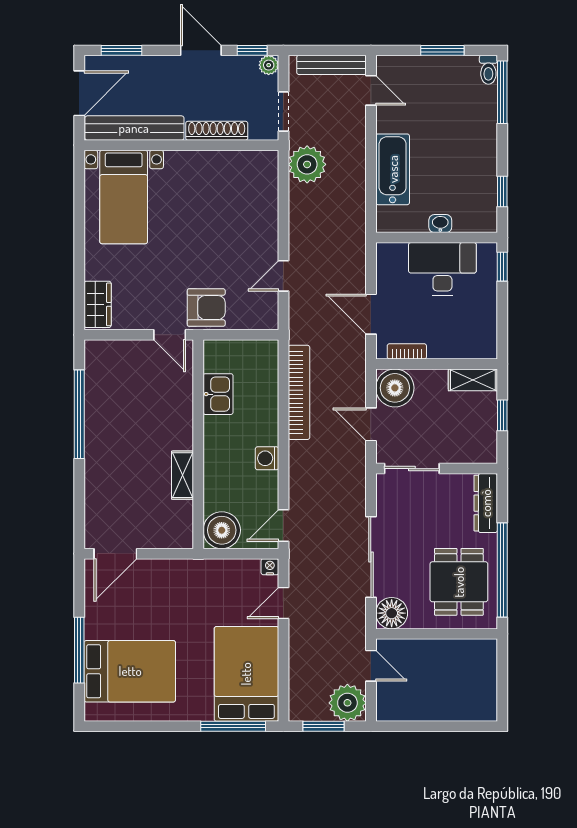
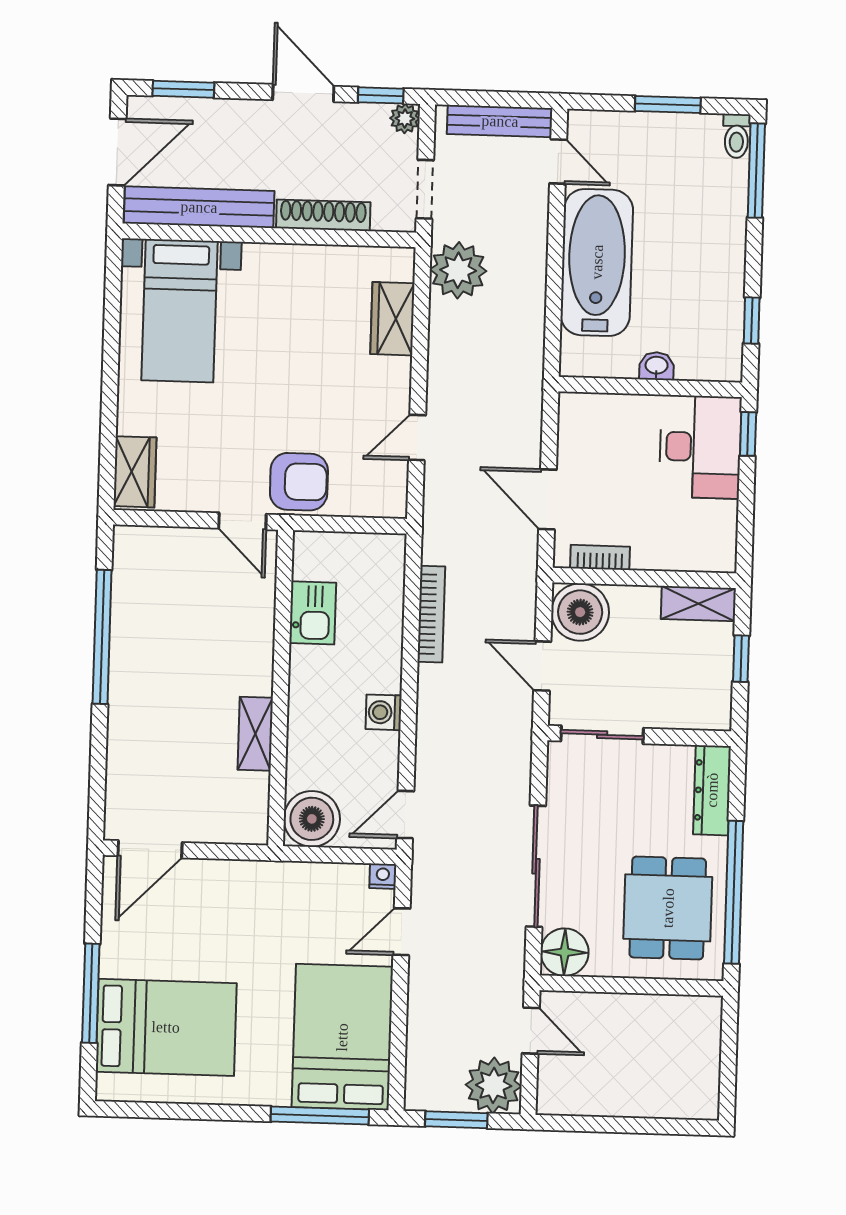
bathtub: (393, 169) -> (597, 262), width x1.36, depth x1.36
wardrobe: (265, 198) -> (392, 319), added
desk: (442, 269) -> (700, 447), moved, turned 90
bookcase: (299, 392) -> (431, 614), width x0.68, depth x0.76

